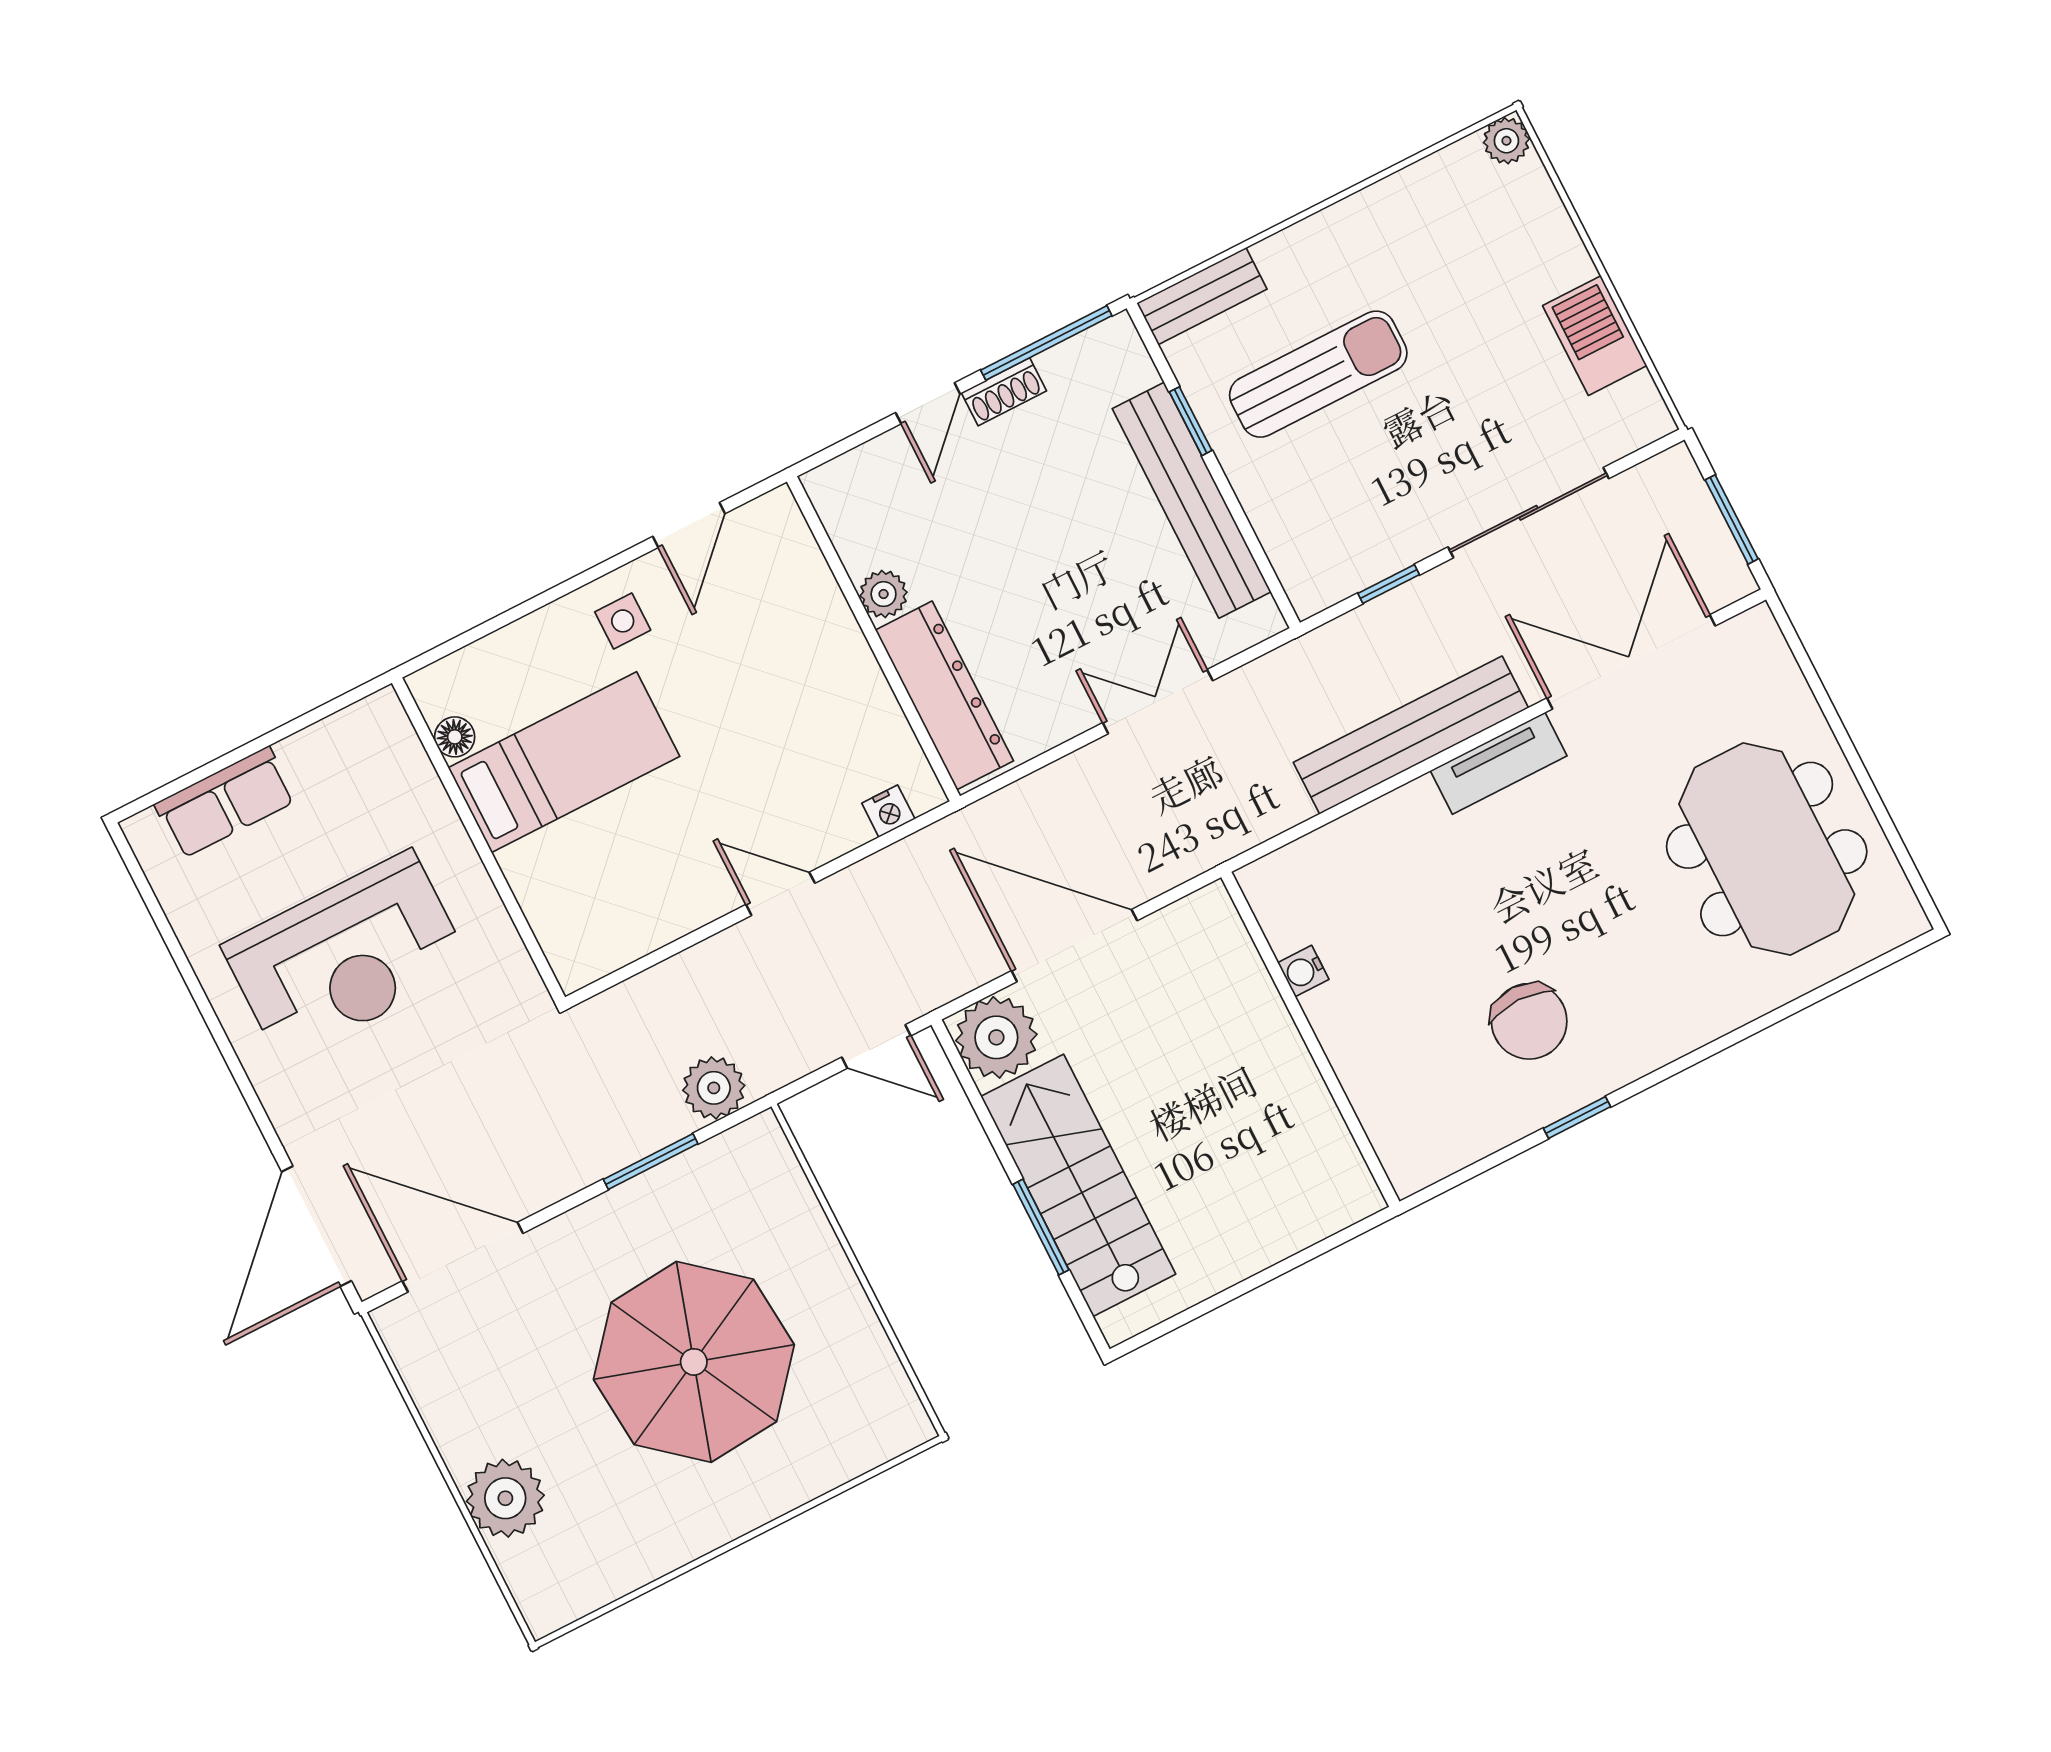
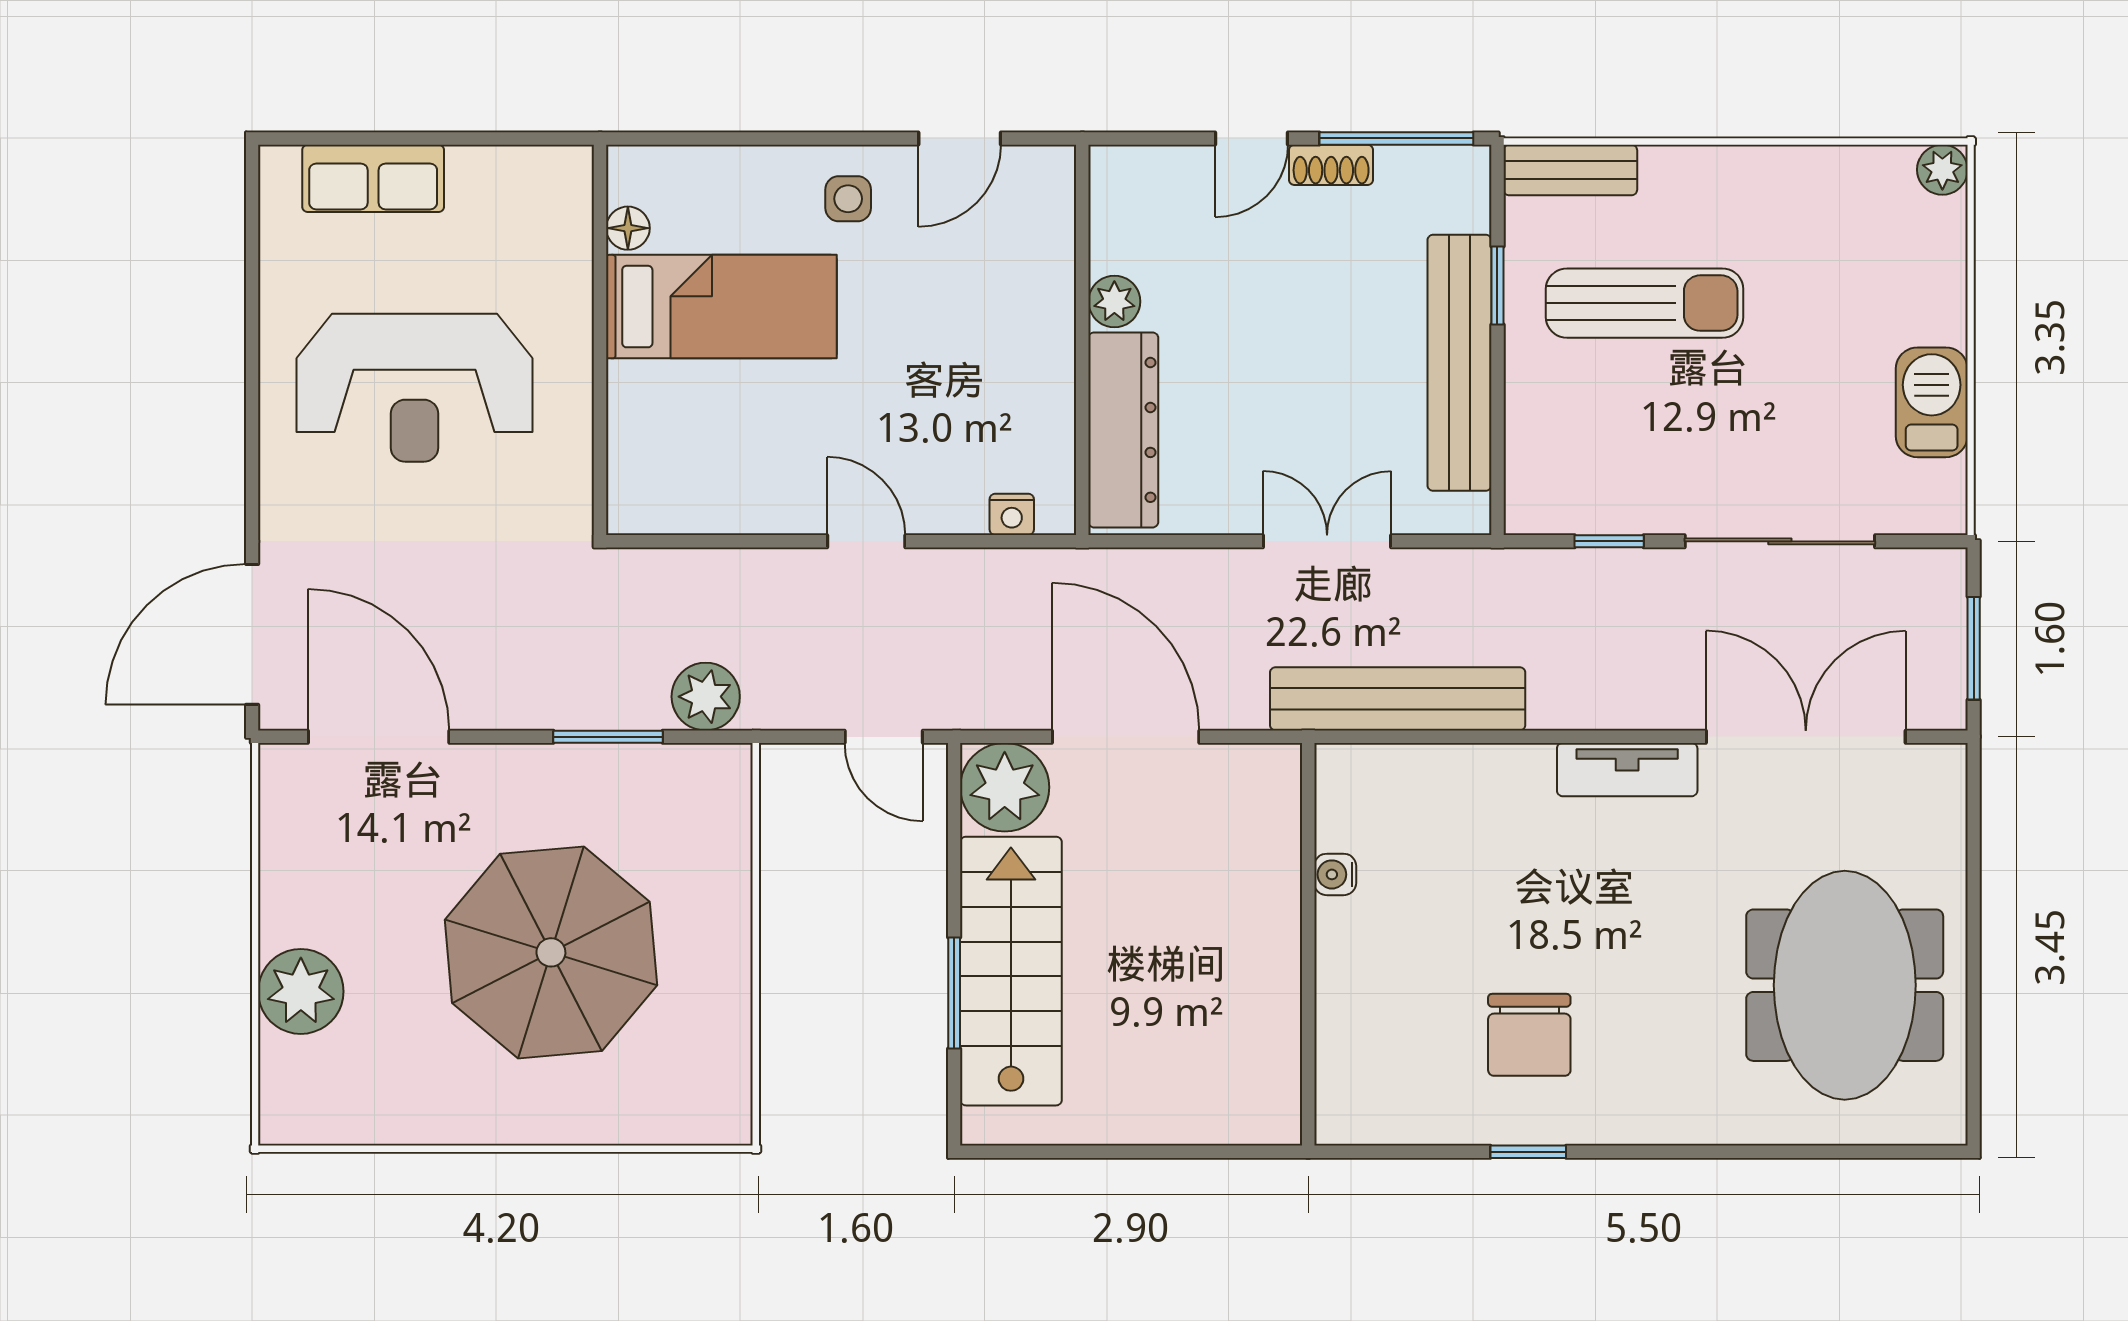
bench: (1411, 735) -> (1398, 699), moved

